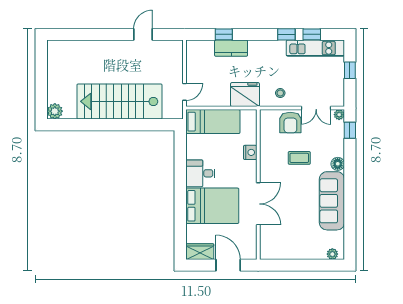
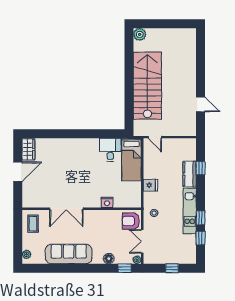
kitchen unit: (315, 48) -> (190, 211), moved
fridge: (245, 95) -> (150, 185), width x0.53, depth x0.75
nightstand: (250, 152) -> (107, 202), moved
coffee table: (299, 158) -> (33, 224), moved
floor lamp: (338, 164) -> (109, 259), moved
desk: (200, 173) -> (110, 150), moved
wall: (258, 185) -> (82, 209), moved
double door: (258, 204) -> (66, 209), moved
bed: (212, 206) -> (65, 159), removed

